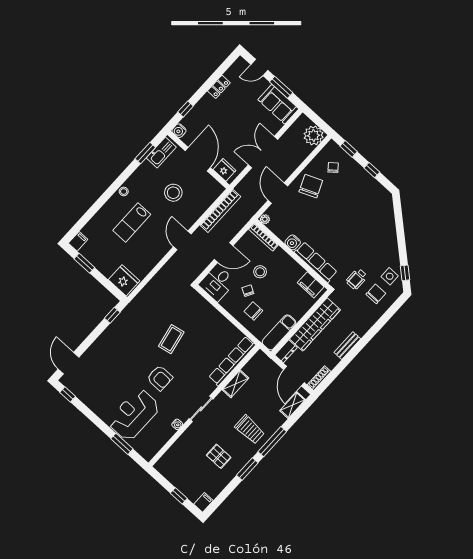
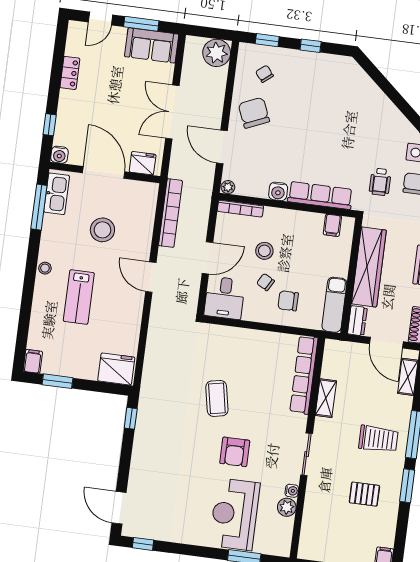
window: (145, 153) -> (39, 207), width x1.44
filing cabinet: (311, 285) -> (332, 225), width x0.50
armchair: (160, 378) -> (235, 452), turned 90
plant: (167, 432) -> (287, 507), added

